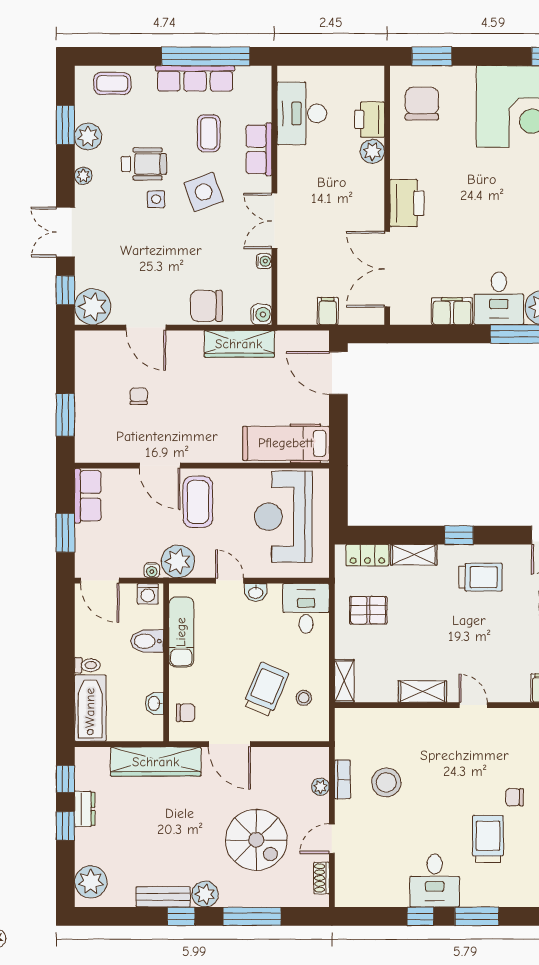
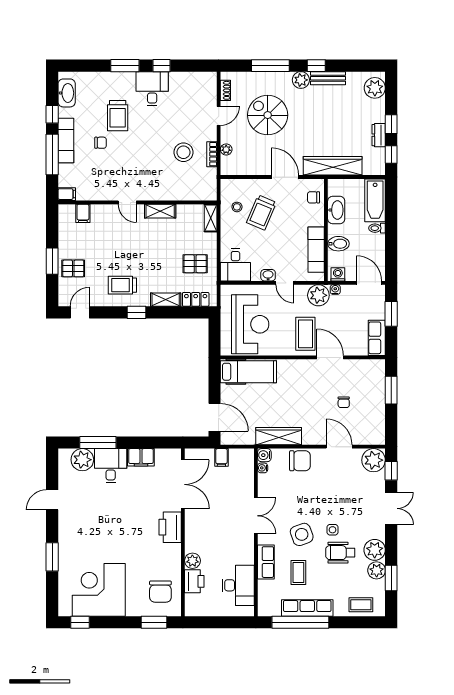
plant: (83, 176) -> (375, 550), width x1.88, depth x1.88
water cooler: (264, 261) -> (263, 468), moved
washbasin: (154, 703) -> (336, 210), width x1.91, depth x1.45

